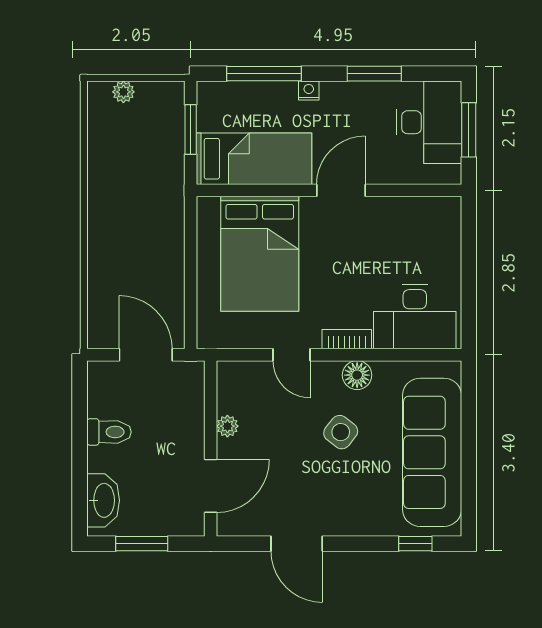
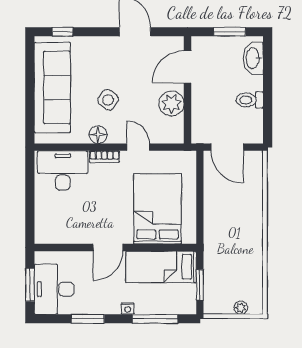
plant: (227, 426) -> (171, 104), width x1.88, depth x1.88

